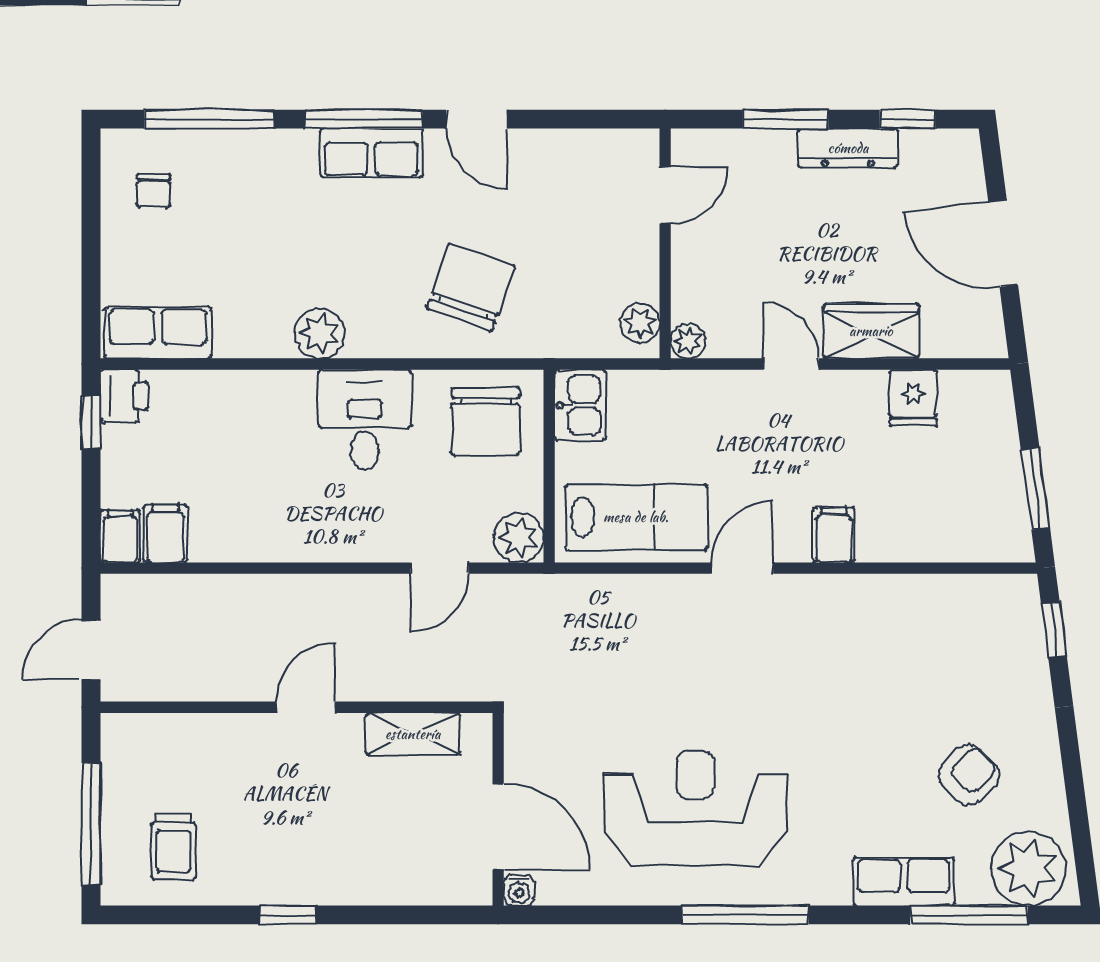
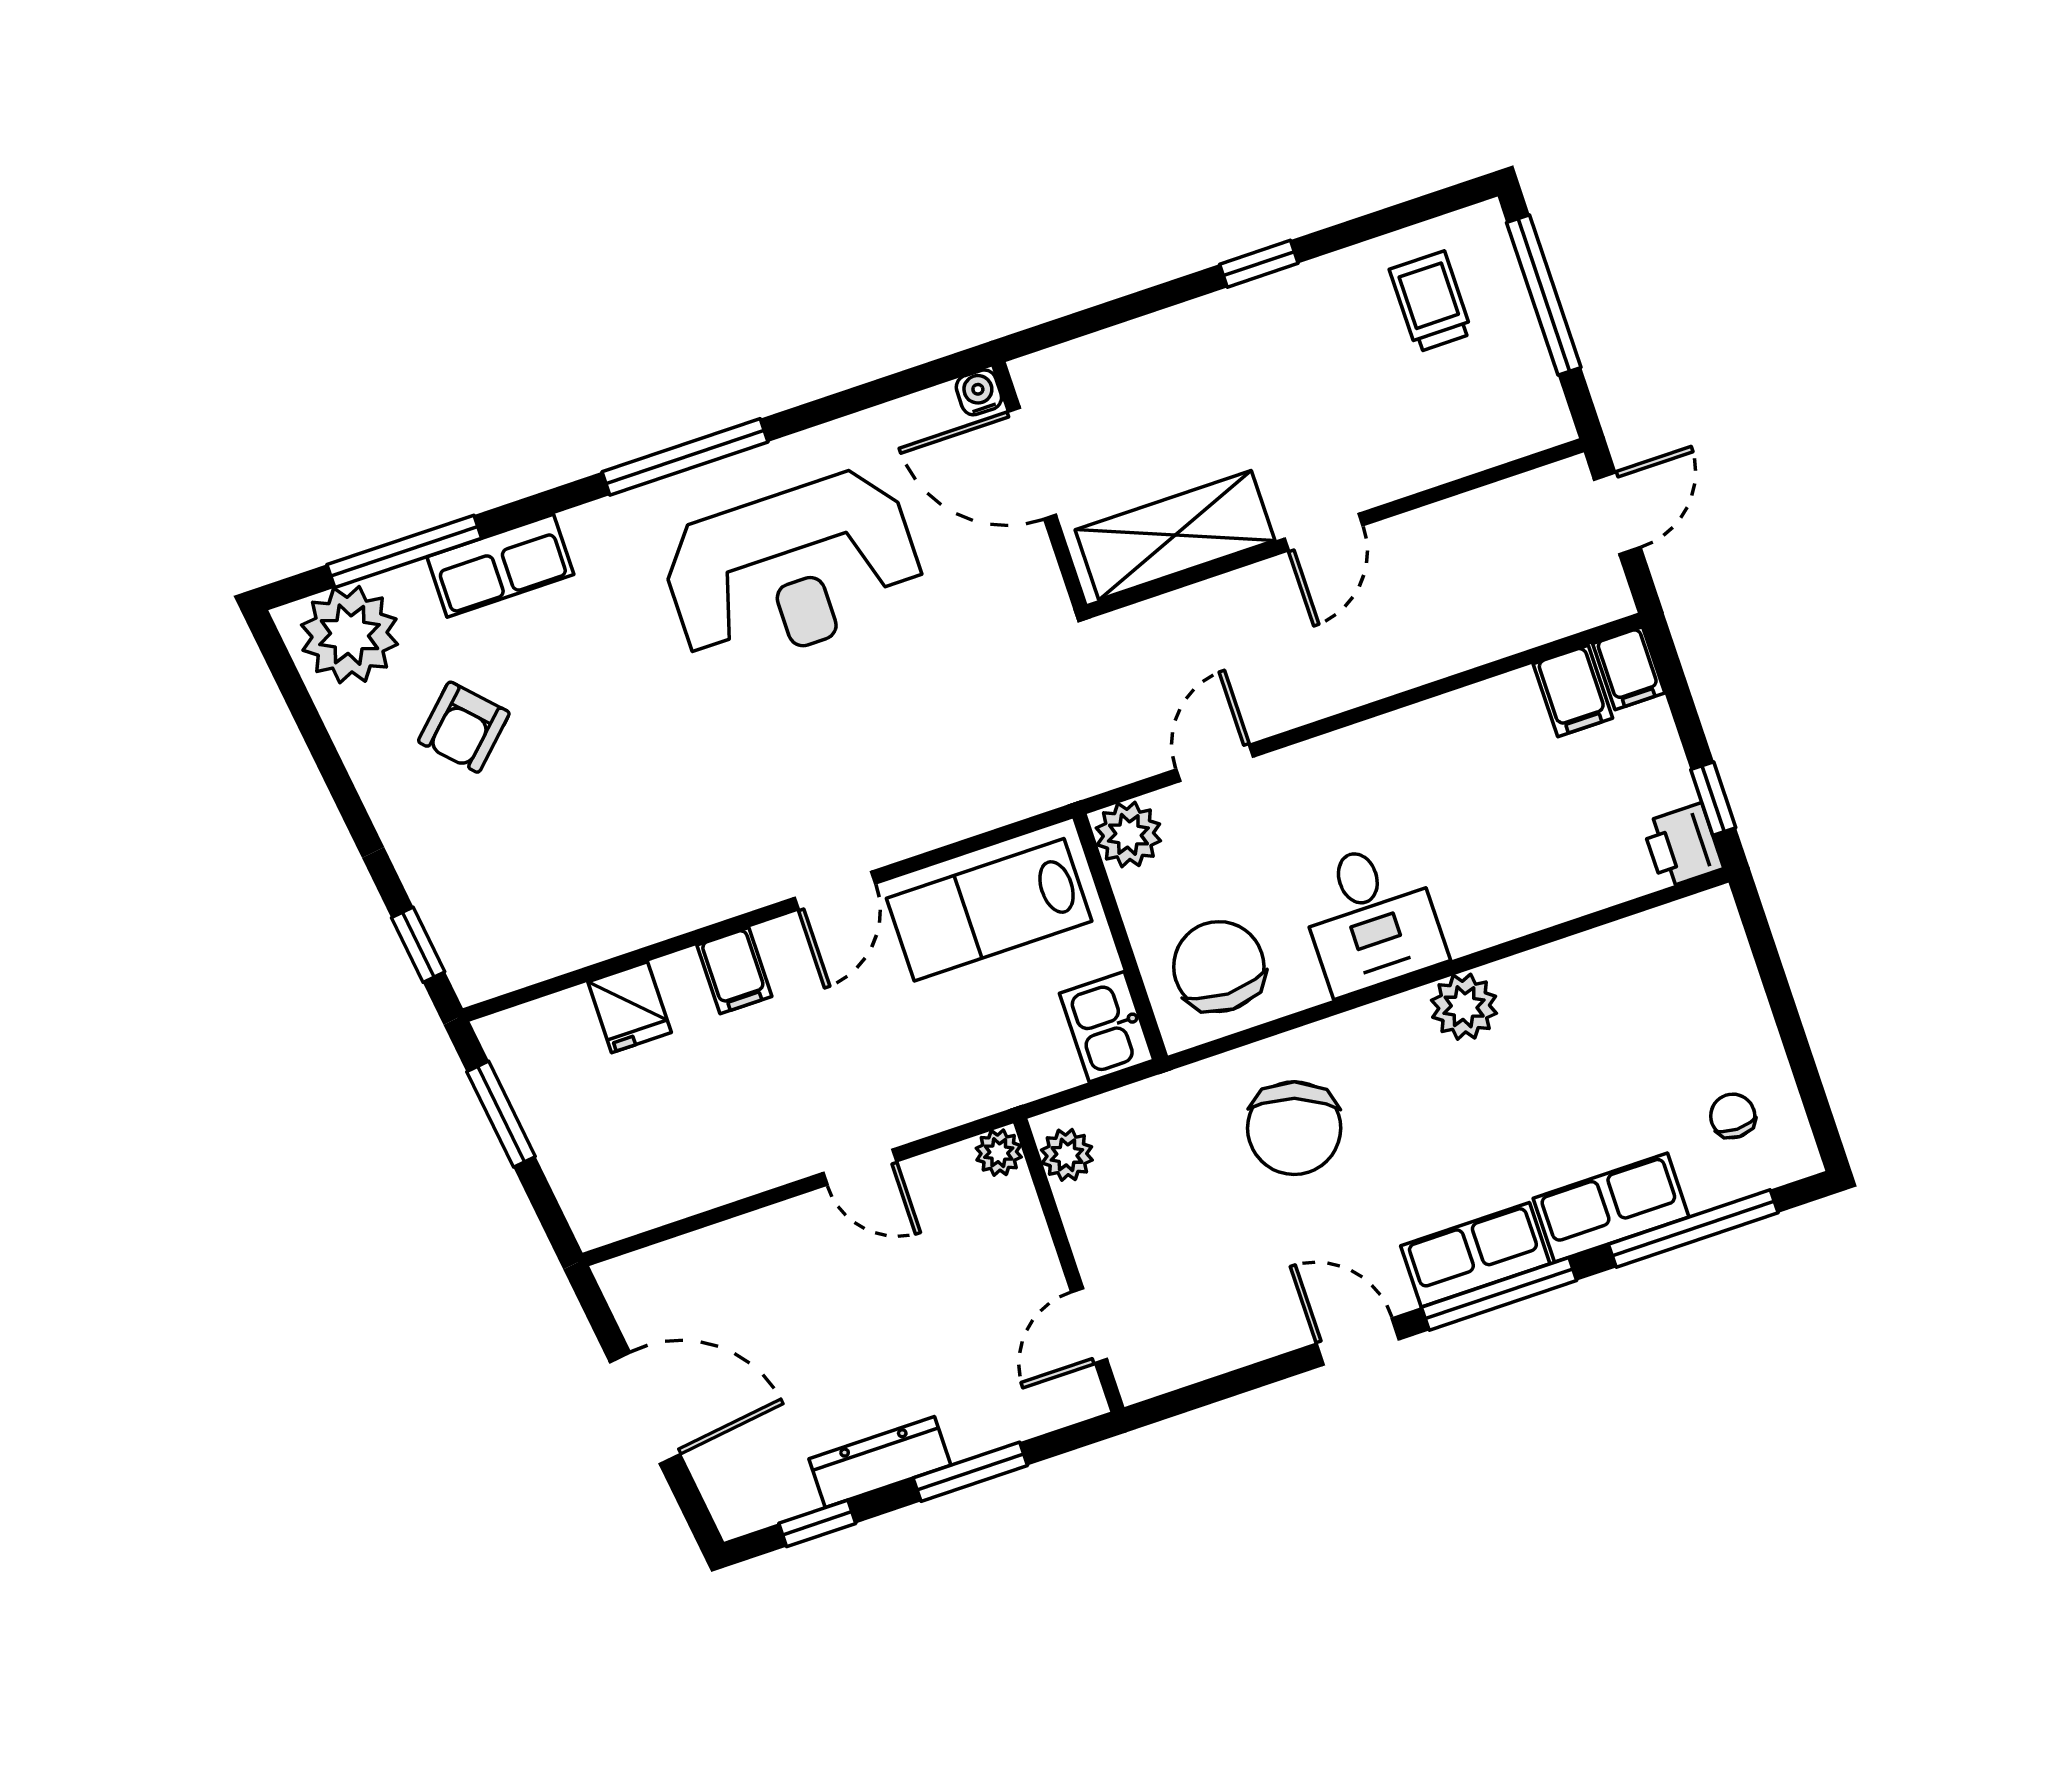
wardrobe: (871, 331) -> (773, 1243), removed
row of seats: (158, 333) -> (1611, 1208), moved, turned 180
fridge: (913, 398) -> (630, 1007), moved, turned 180
shelving: (413, 734) -> (1175, 535), width x1.50, depth x1.33

